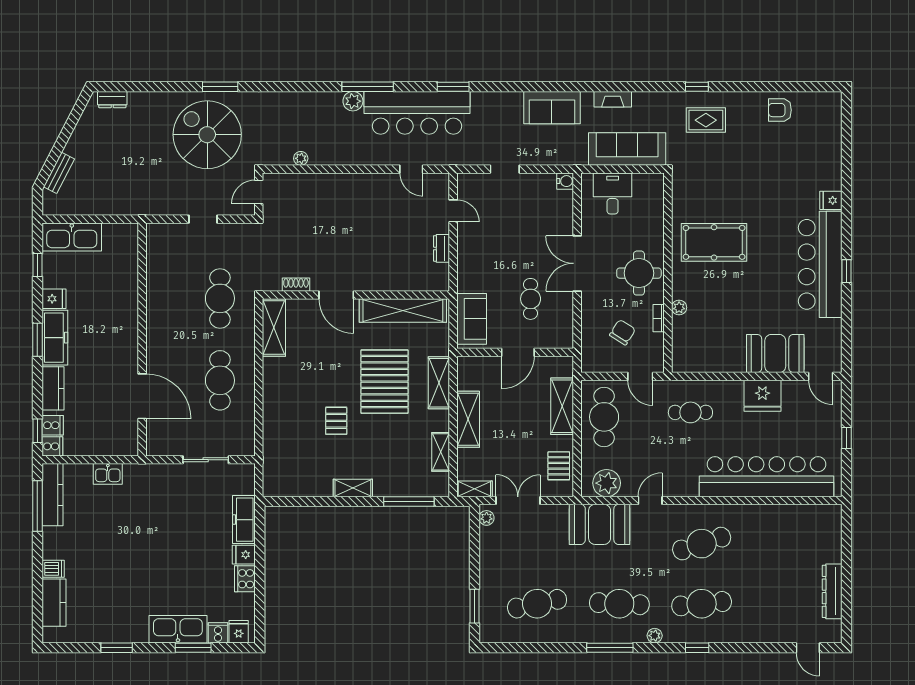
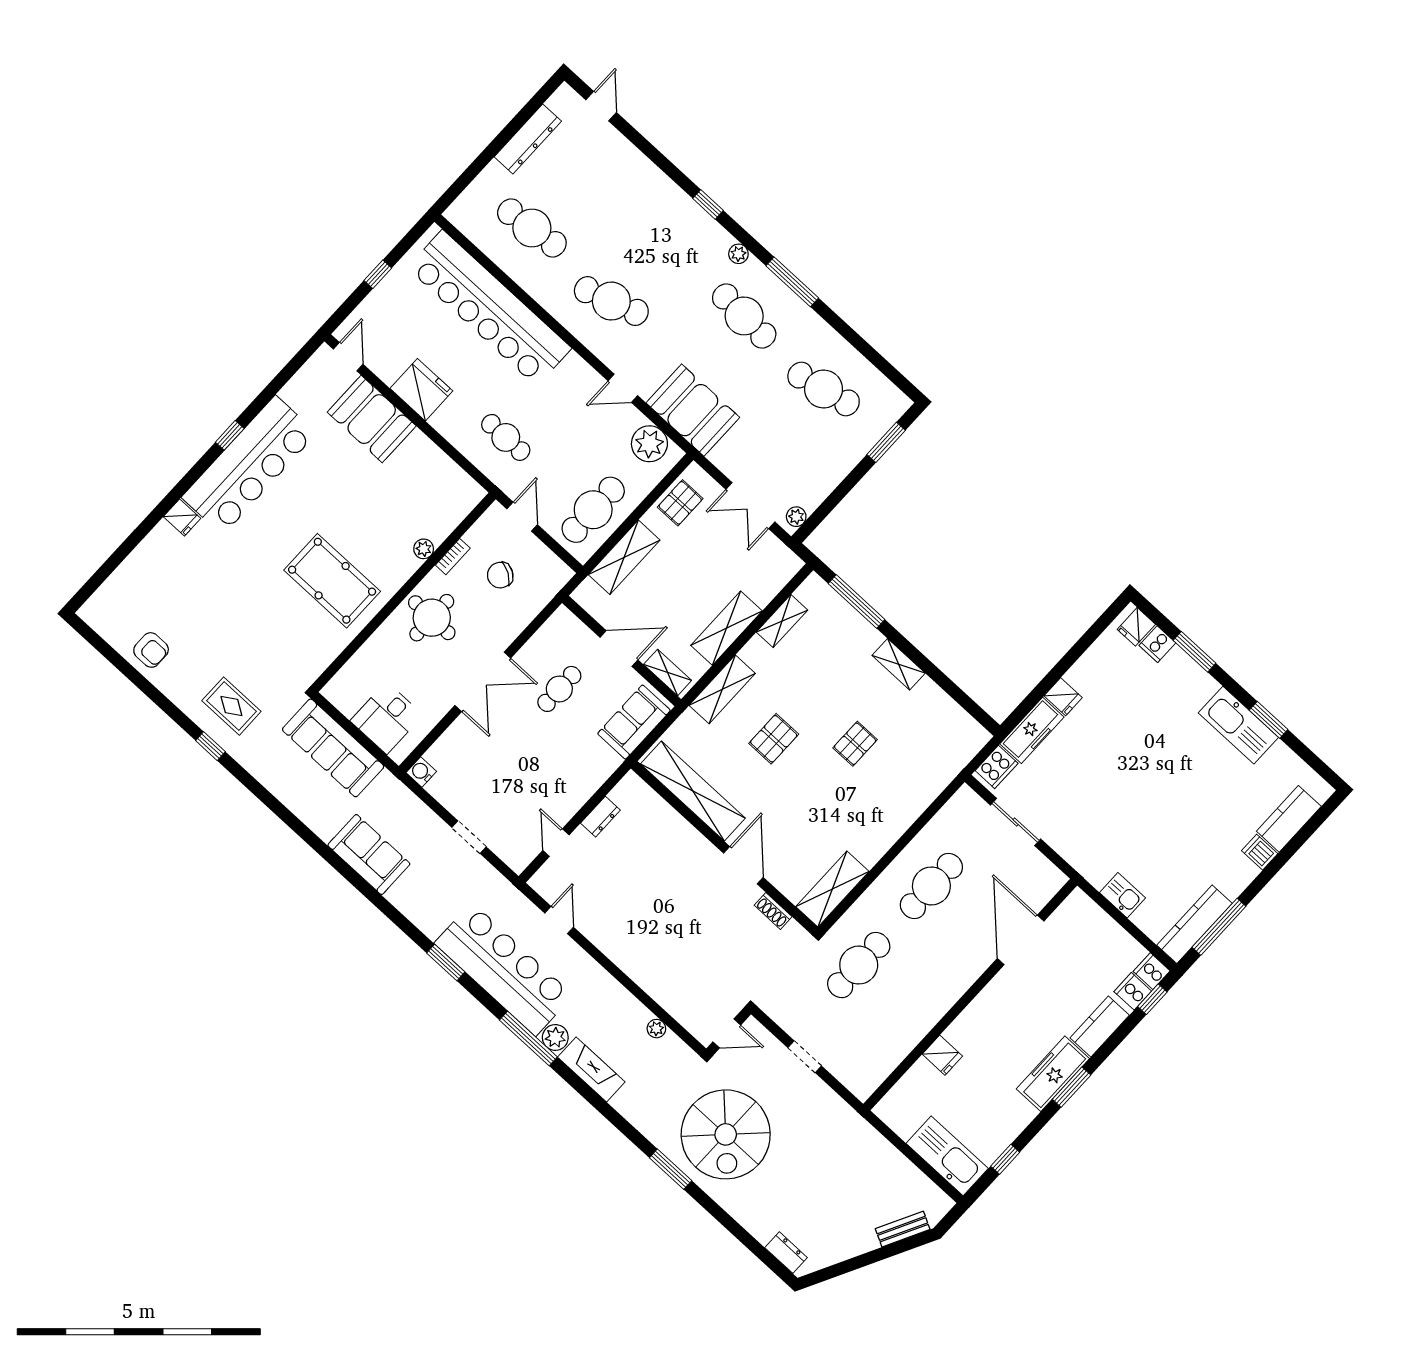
fireplace: (613, 99) -> (591, 1069), moved, width x1.37, depth x1.32
fridge: (54, 299) -> (942, 1055), moved, turned 180
pallet: (385, 382) -> (774, 739), width x0.49, depth x0.50
shelving: (474, 489) -> (668, 672), moved
cooker: (245, 579) -> (997, 767), moved
cafe table: (702, 604) -> (532, 228), moved
kitchen sink: (178, 629) -> (1238, 725), moved

